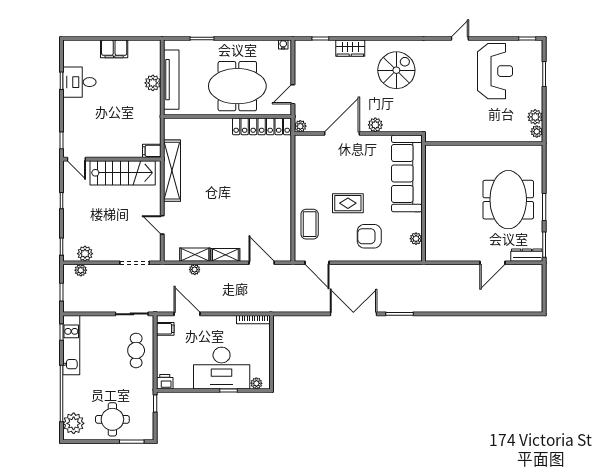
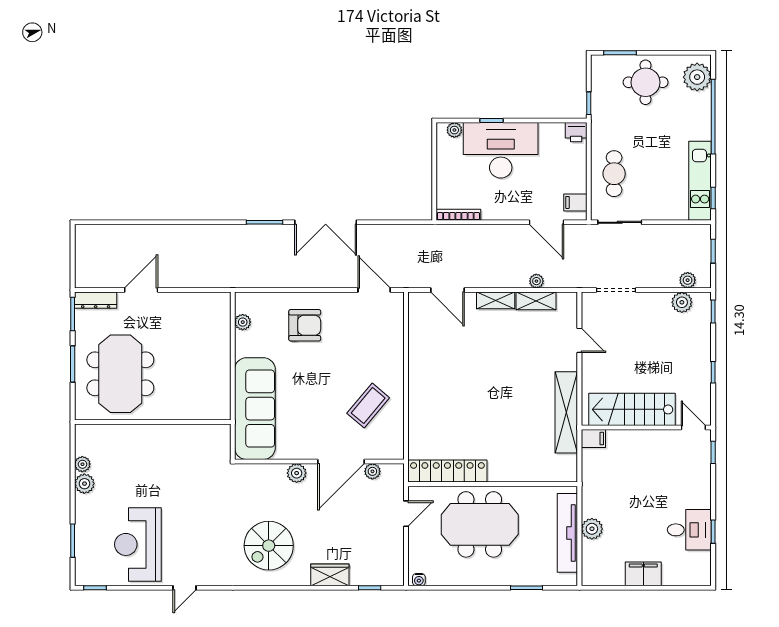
plant: (300, 126) -> (372, 471), moved
wall: (484, 143) -> (153, 422), moved
rug: (348, 203) -> (333, 369), removed
coffee table: (310, 224) -> (368, 406), moved, turned 40

